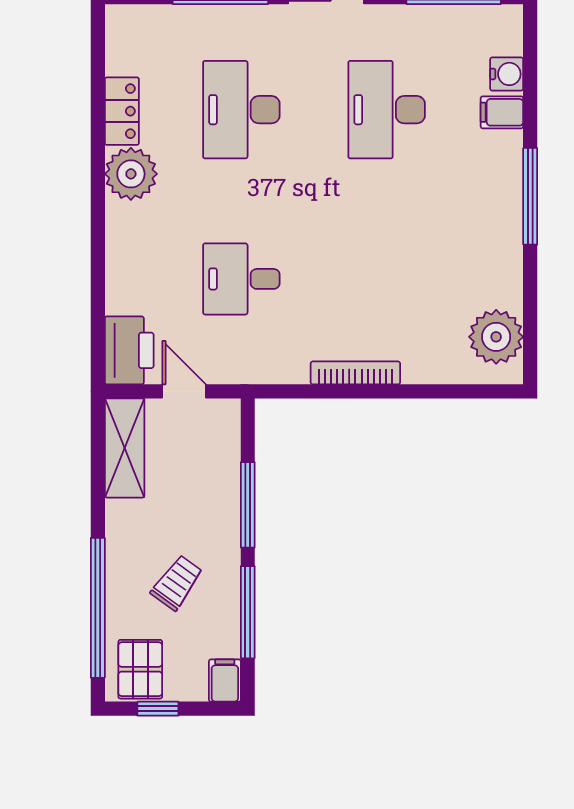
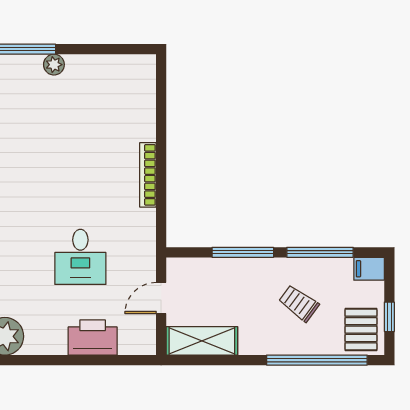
plant: (496, 337) -> (54, 65), moved, width x0.53, depth x0.53
printer: (129, 350) -> (93, 338), moved
pallet: (140, 669) -> (361, 330), turned 90

